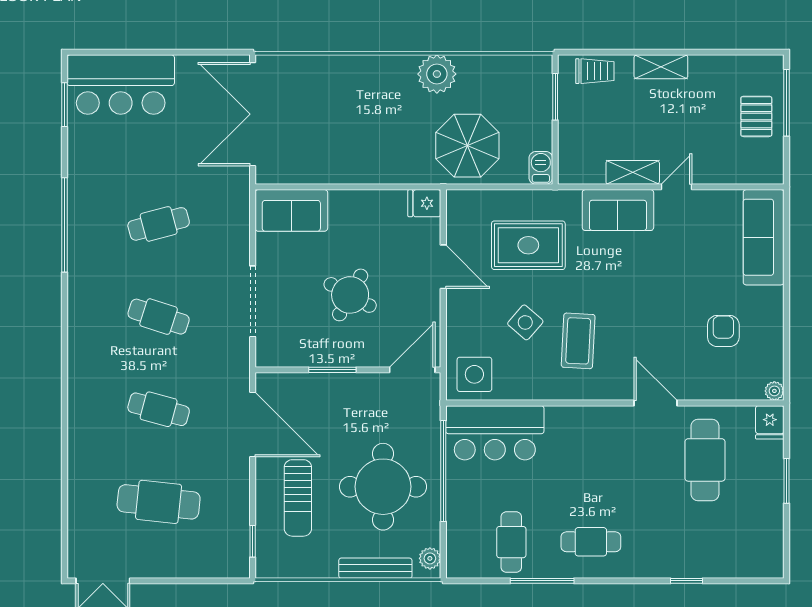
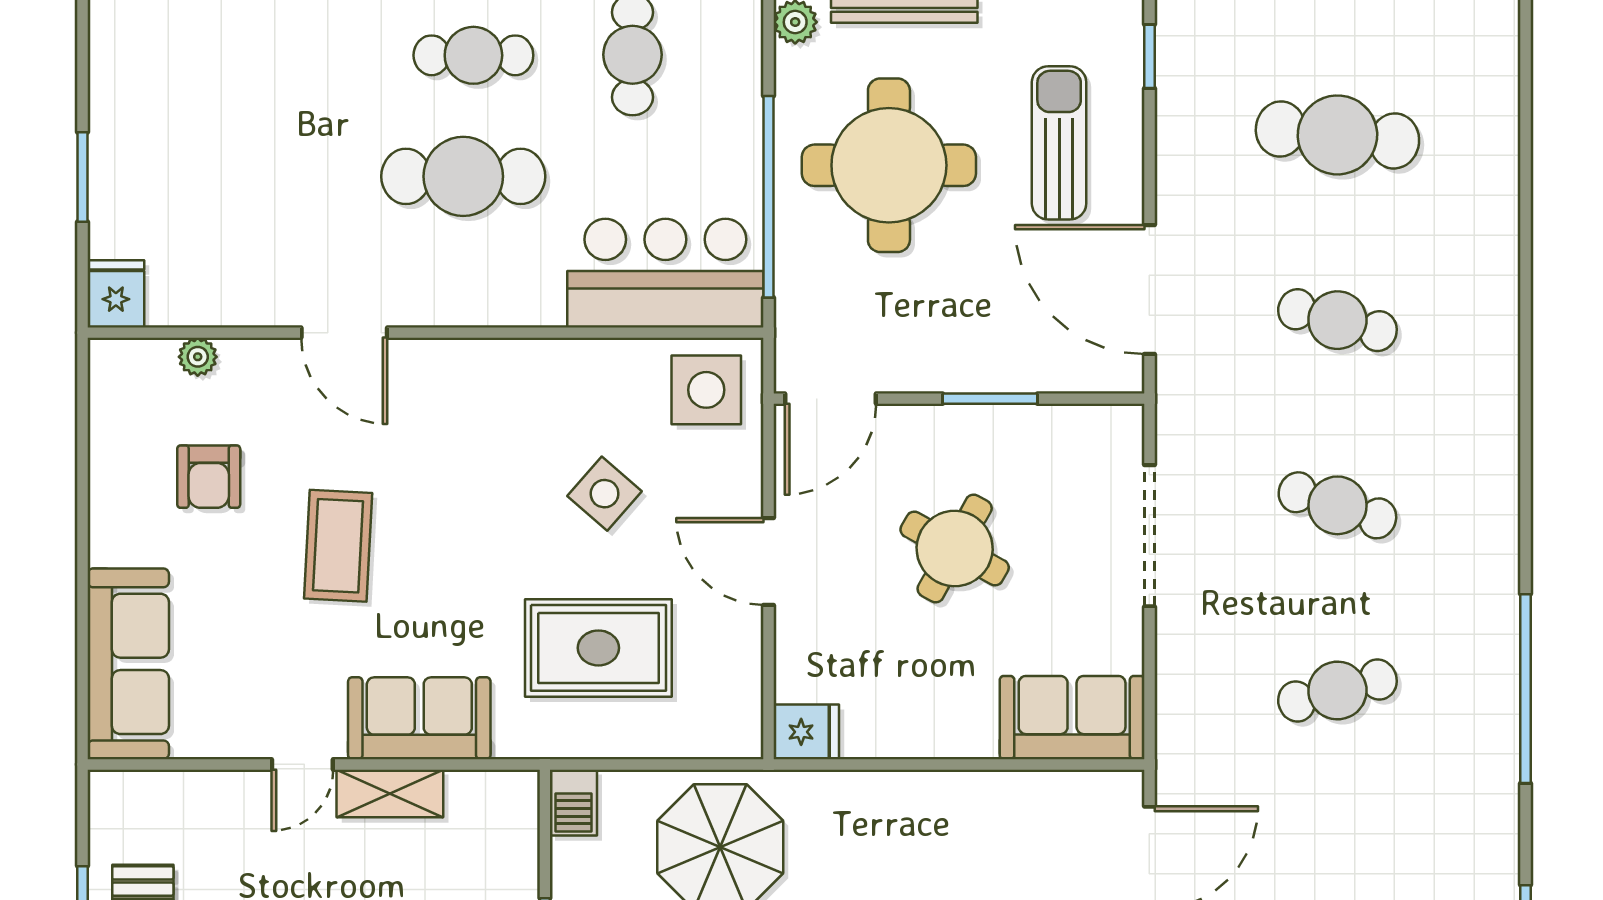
door: (443, 267) -> (768, 561), moved
coffee table: (578, 341) -> (338, 546), moved
plant: (774, 391) -> (198, 357), moved
cafe table: (705, 460) -> (463, 176), moved, turned 90

